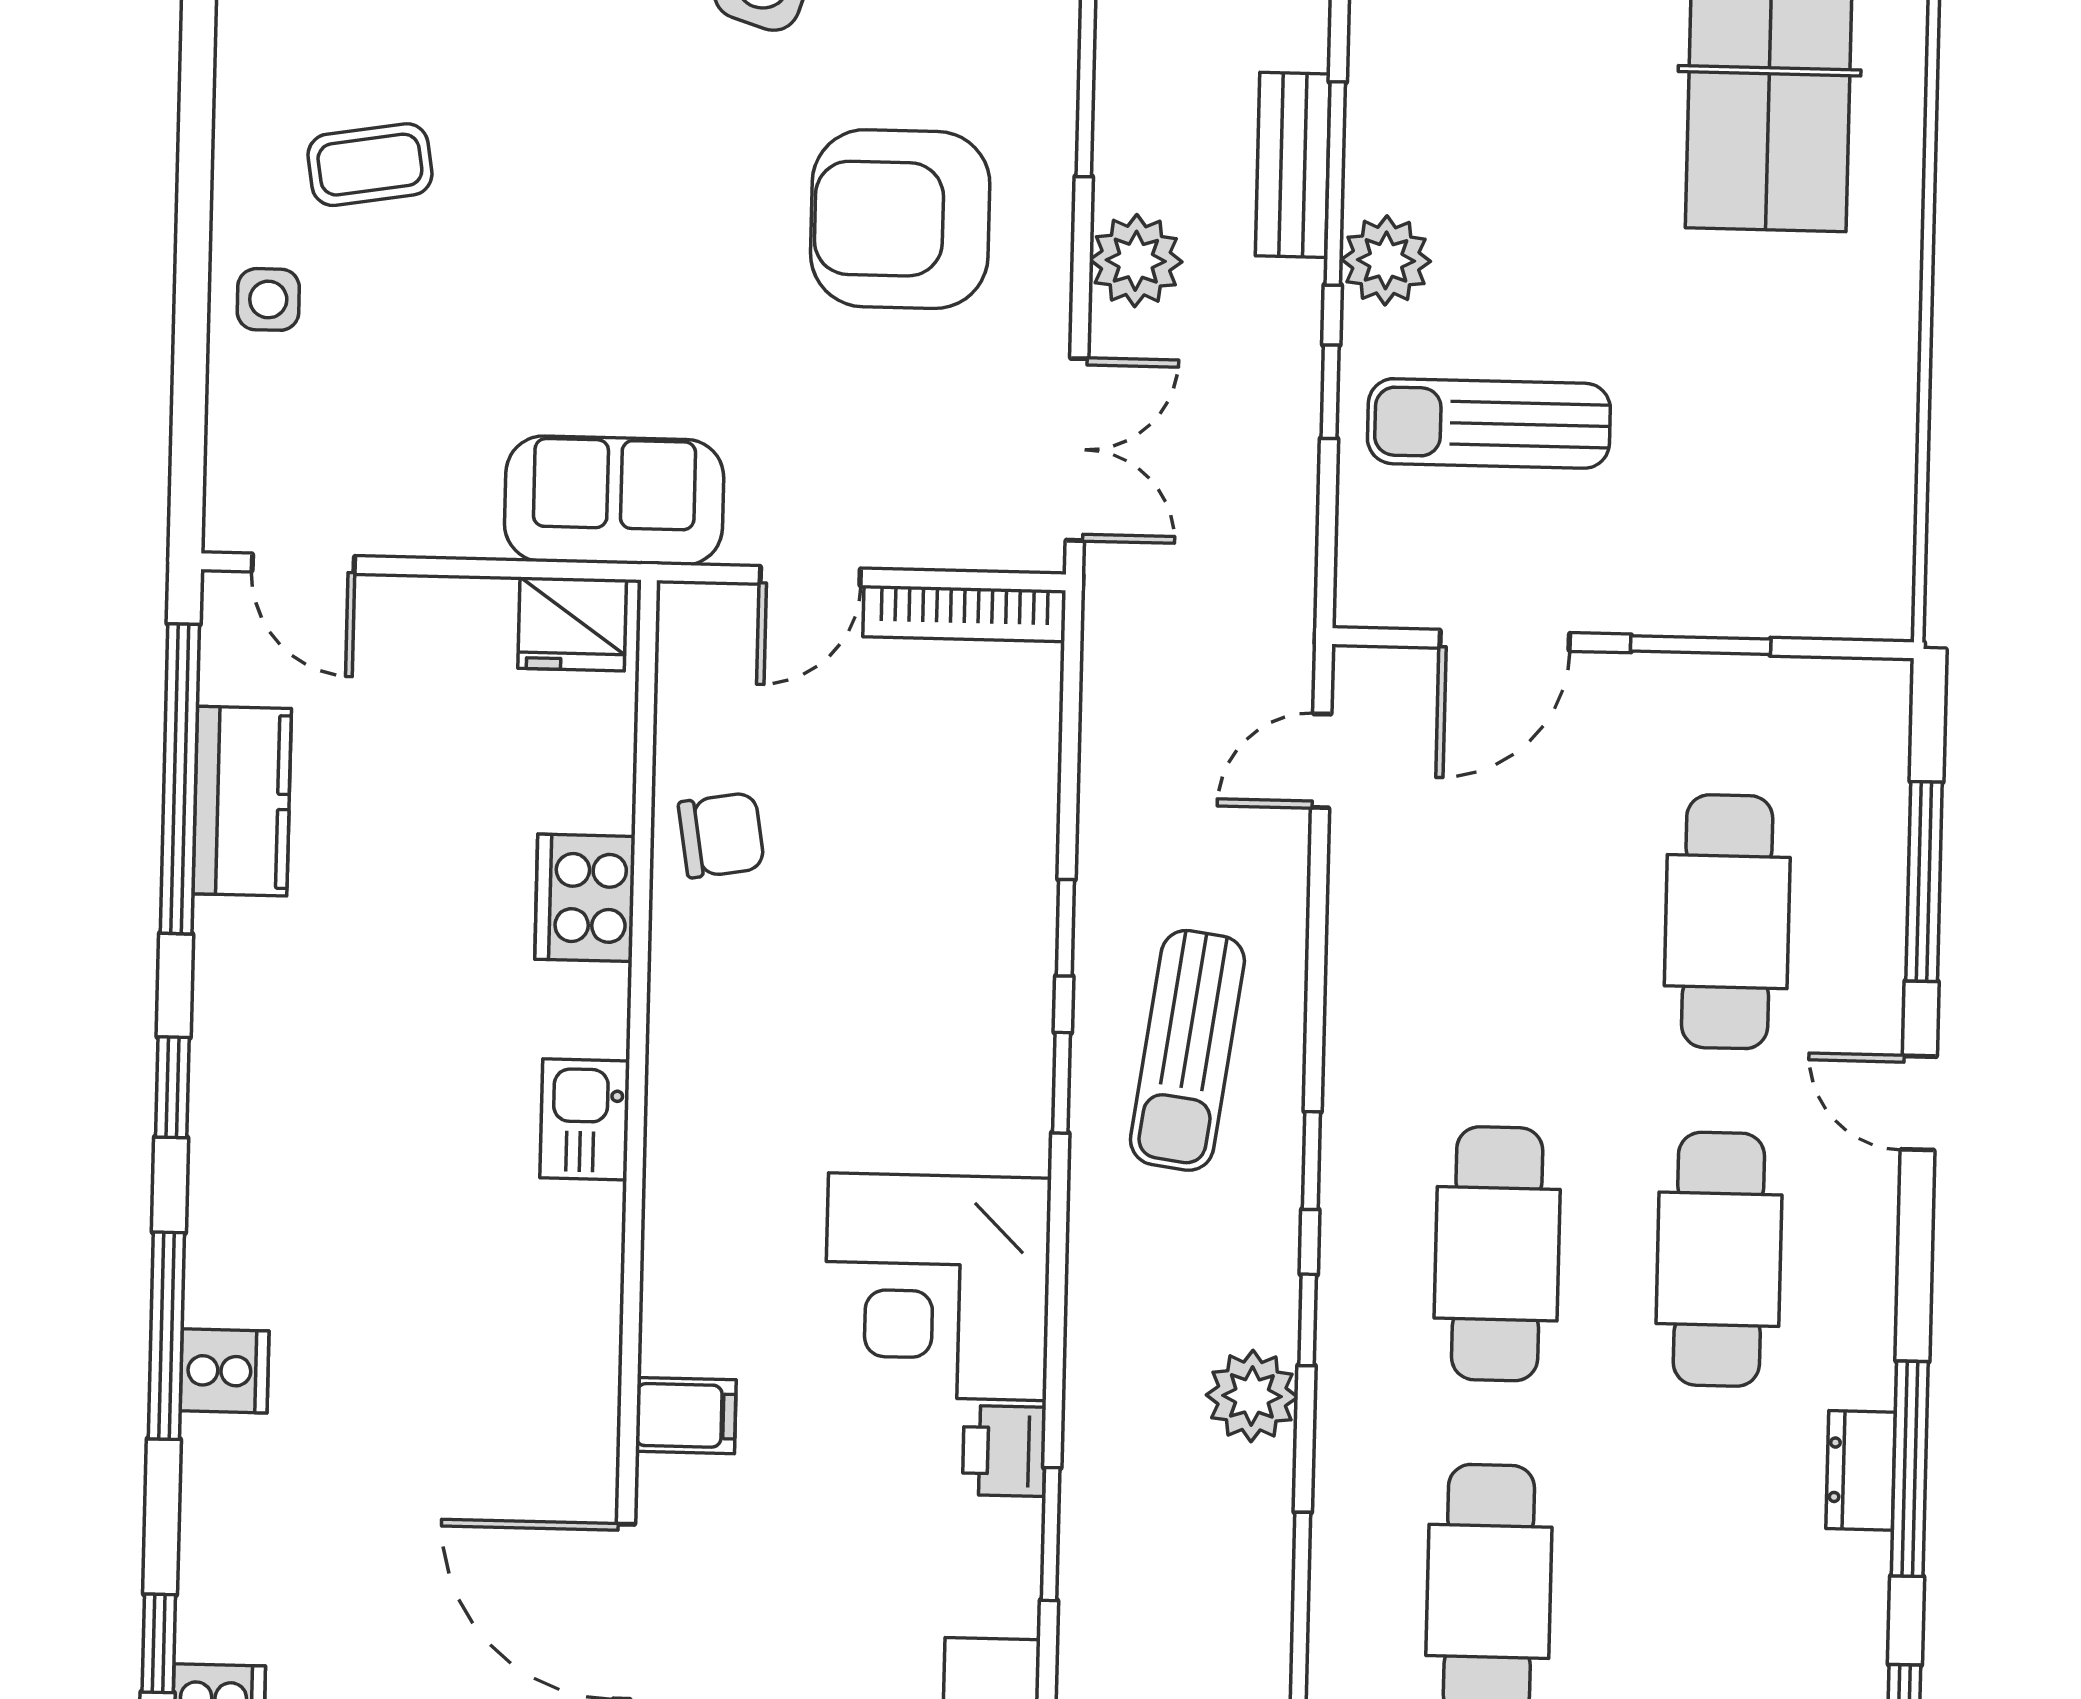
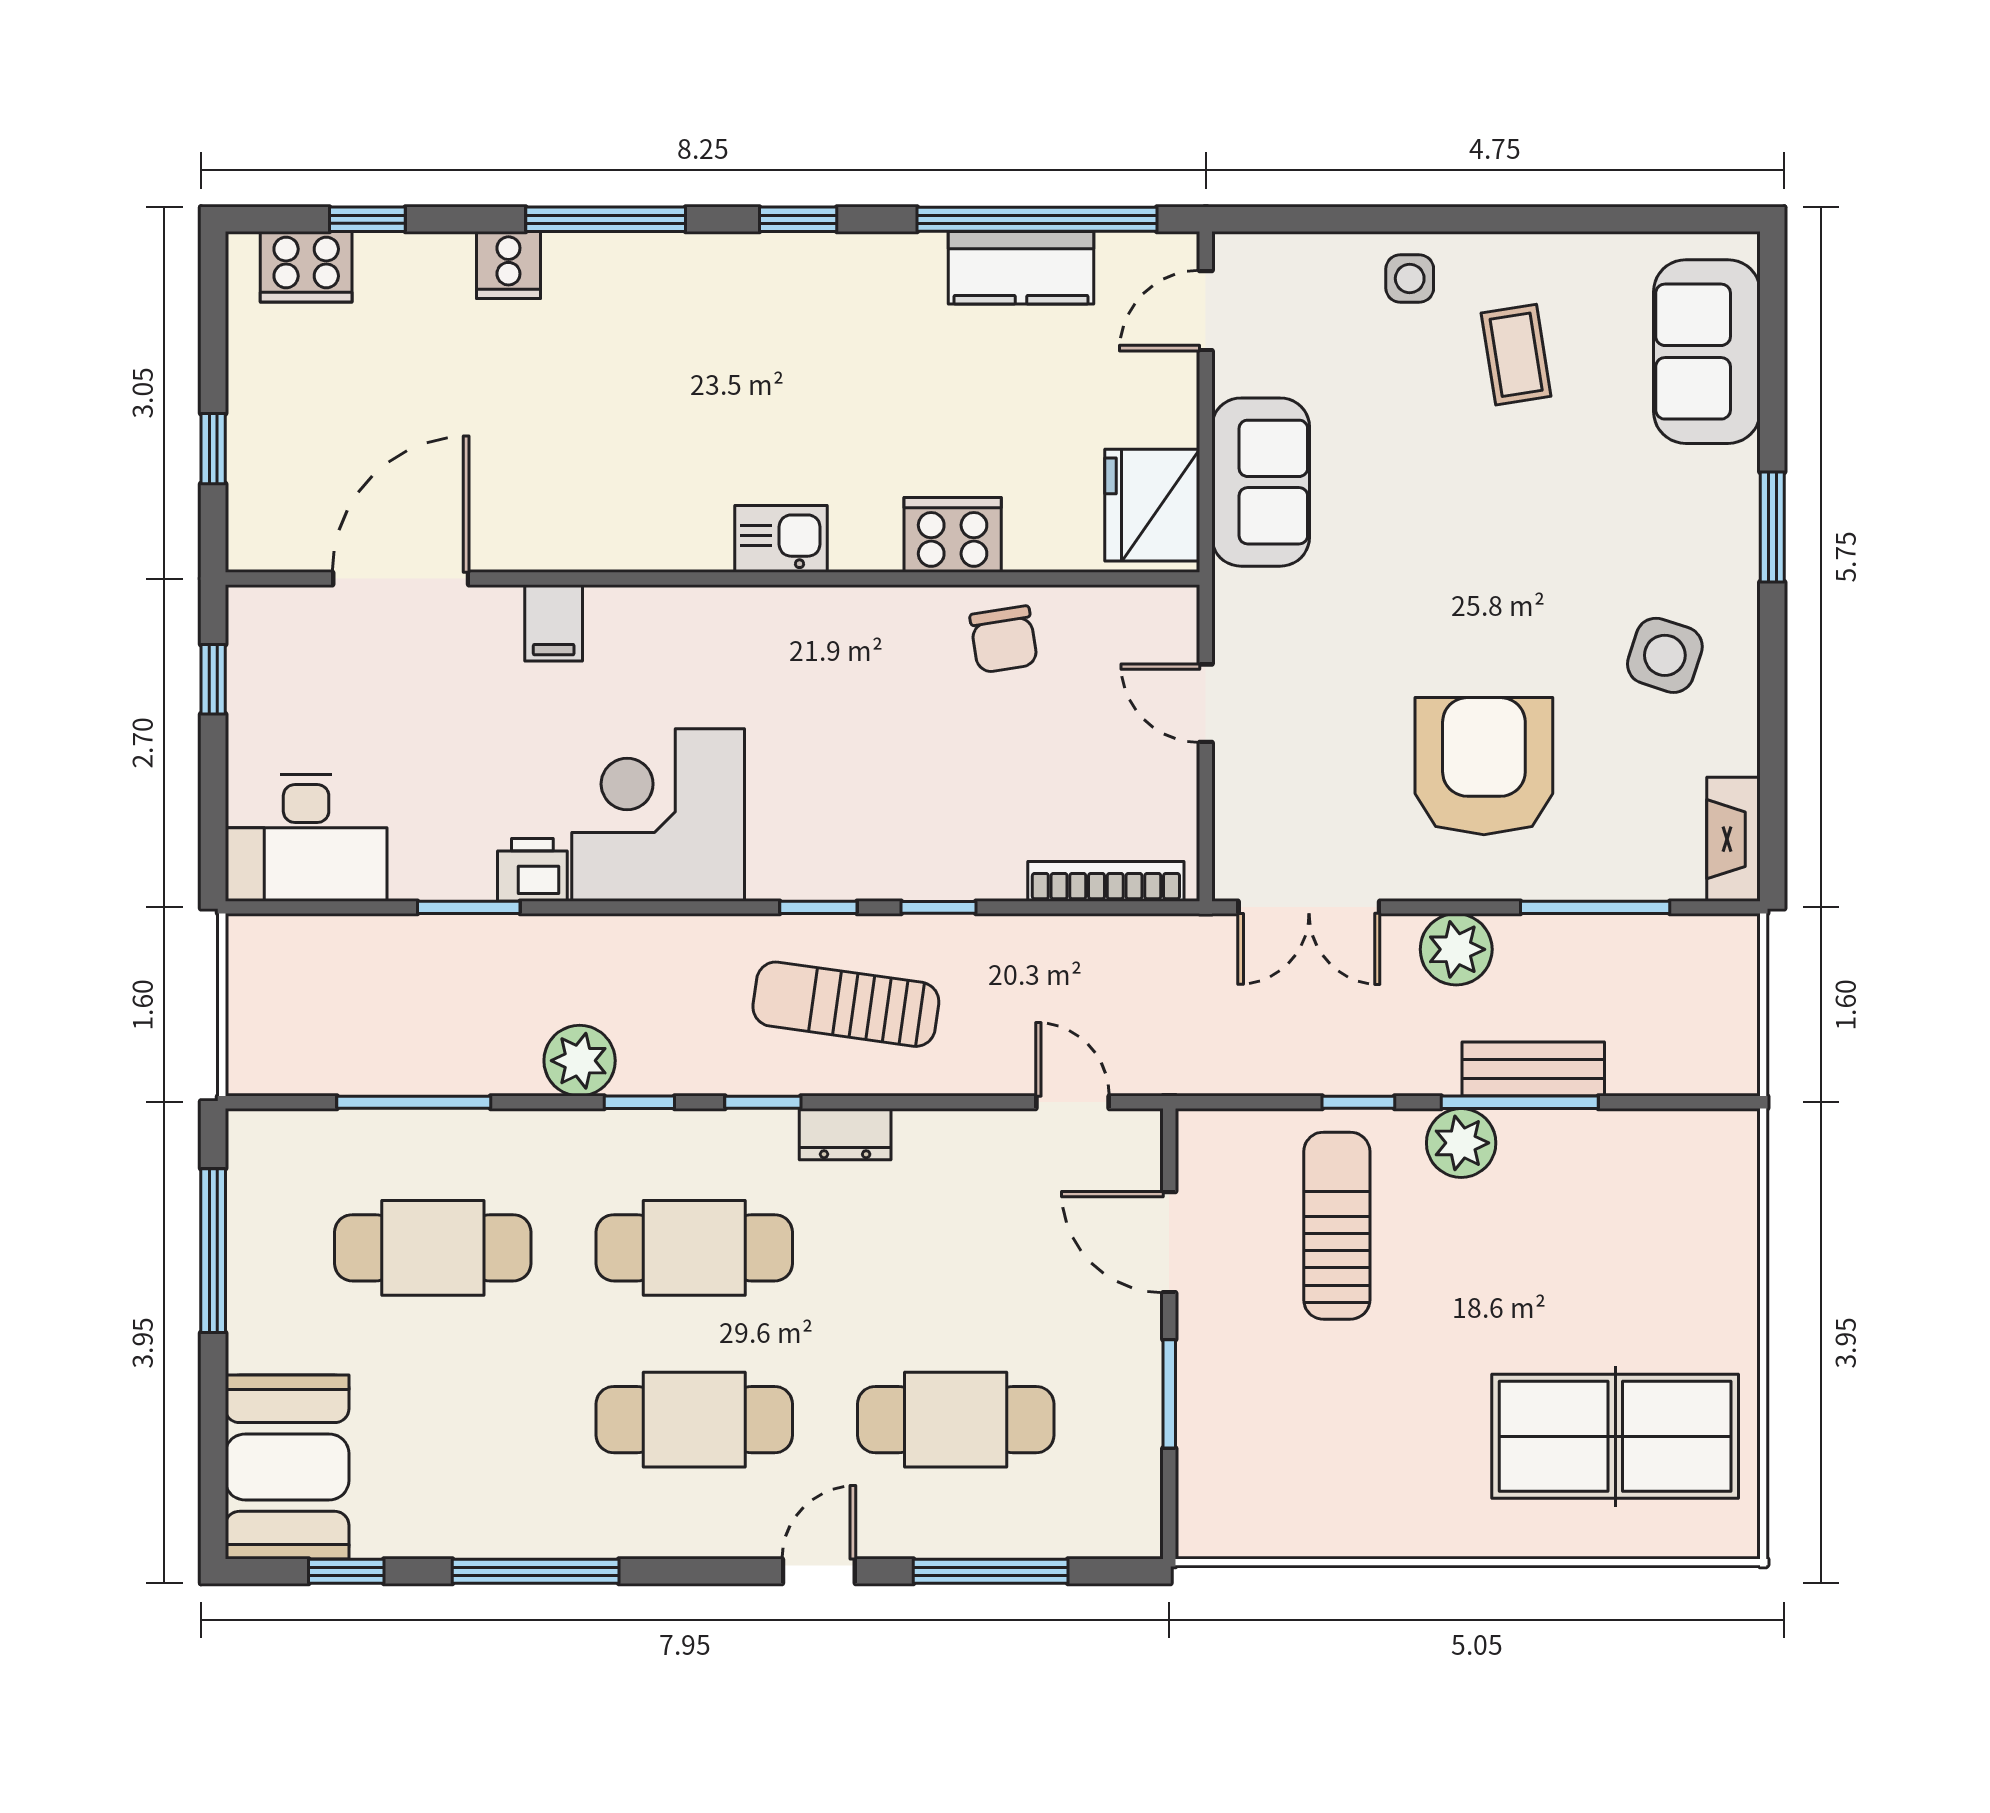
sofa: (614, 501) -> (1261, 482), moved
bookcase: (964, 614) -> (1106, 881), moved, turned 90
fridge: (572, 624) -> (1152, 505), width x1.36, depth x1.34
cooker: (225, 1371) -> (508, 265), moved
dresser: (1861, 1470) -> (845, 1134), moved, turned 180

